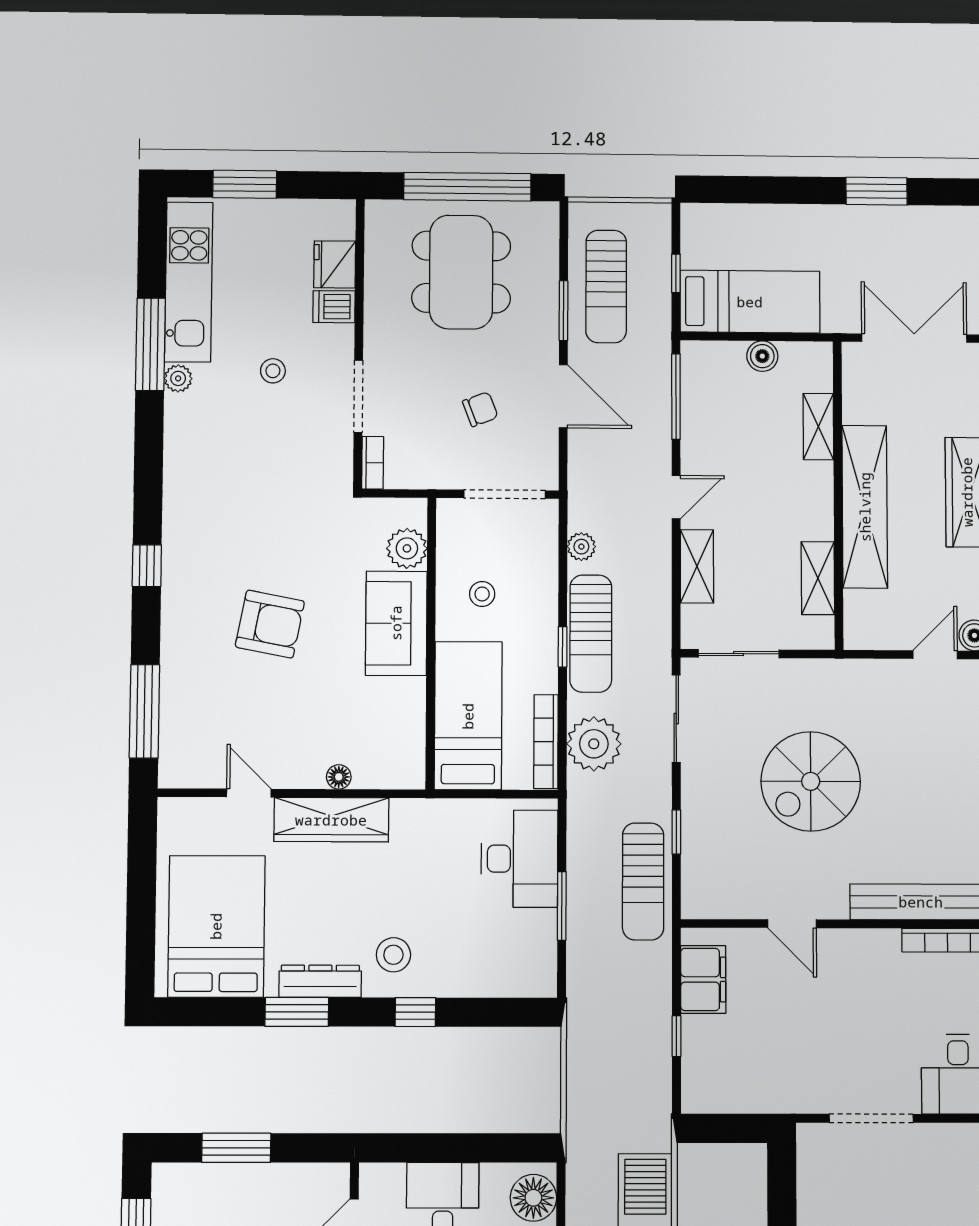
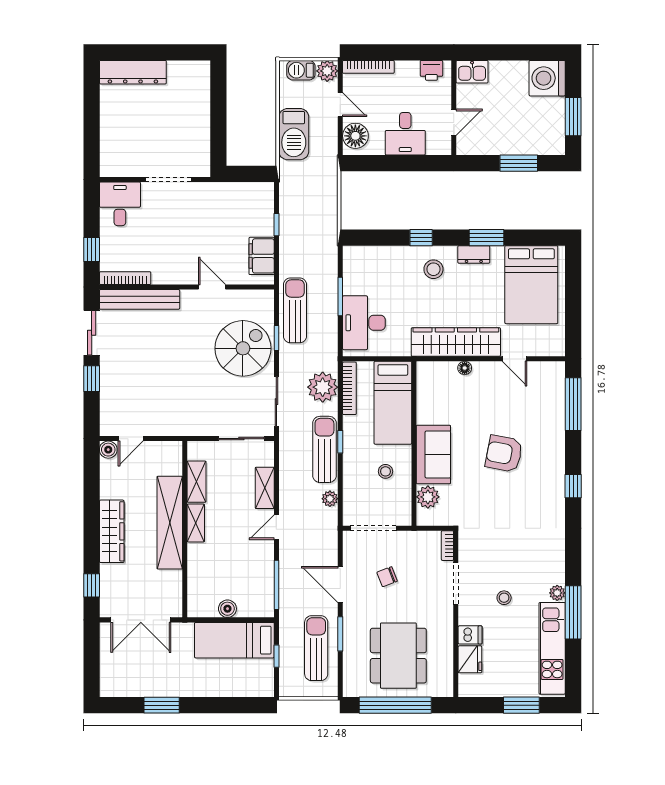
shelving: (818, 427) -> (196, 523), moved
spiral stairs: (811, 781) -> (243, 348), moved
wardrobe: (331, 820) -> (456, 342), width x1.40, depth x1.17
dresser: (320, 981) -> (474, 254), width x0.70

